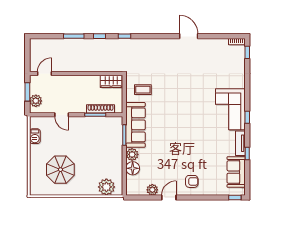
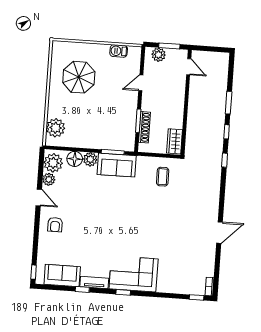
sofa: (136, 125) -> (117, 165), width x0.73
plant: (137, 187) -> (53, 163), added

